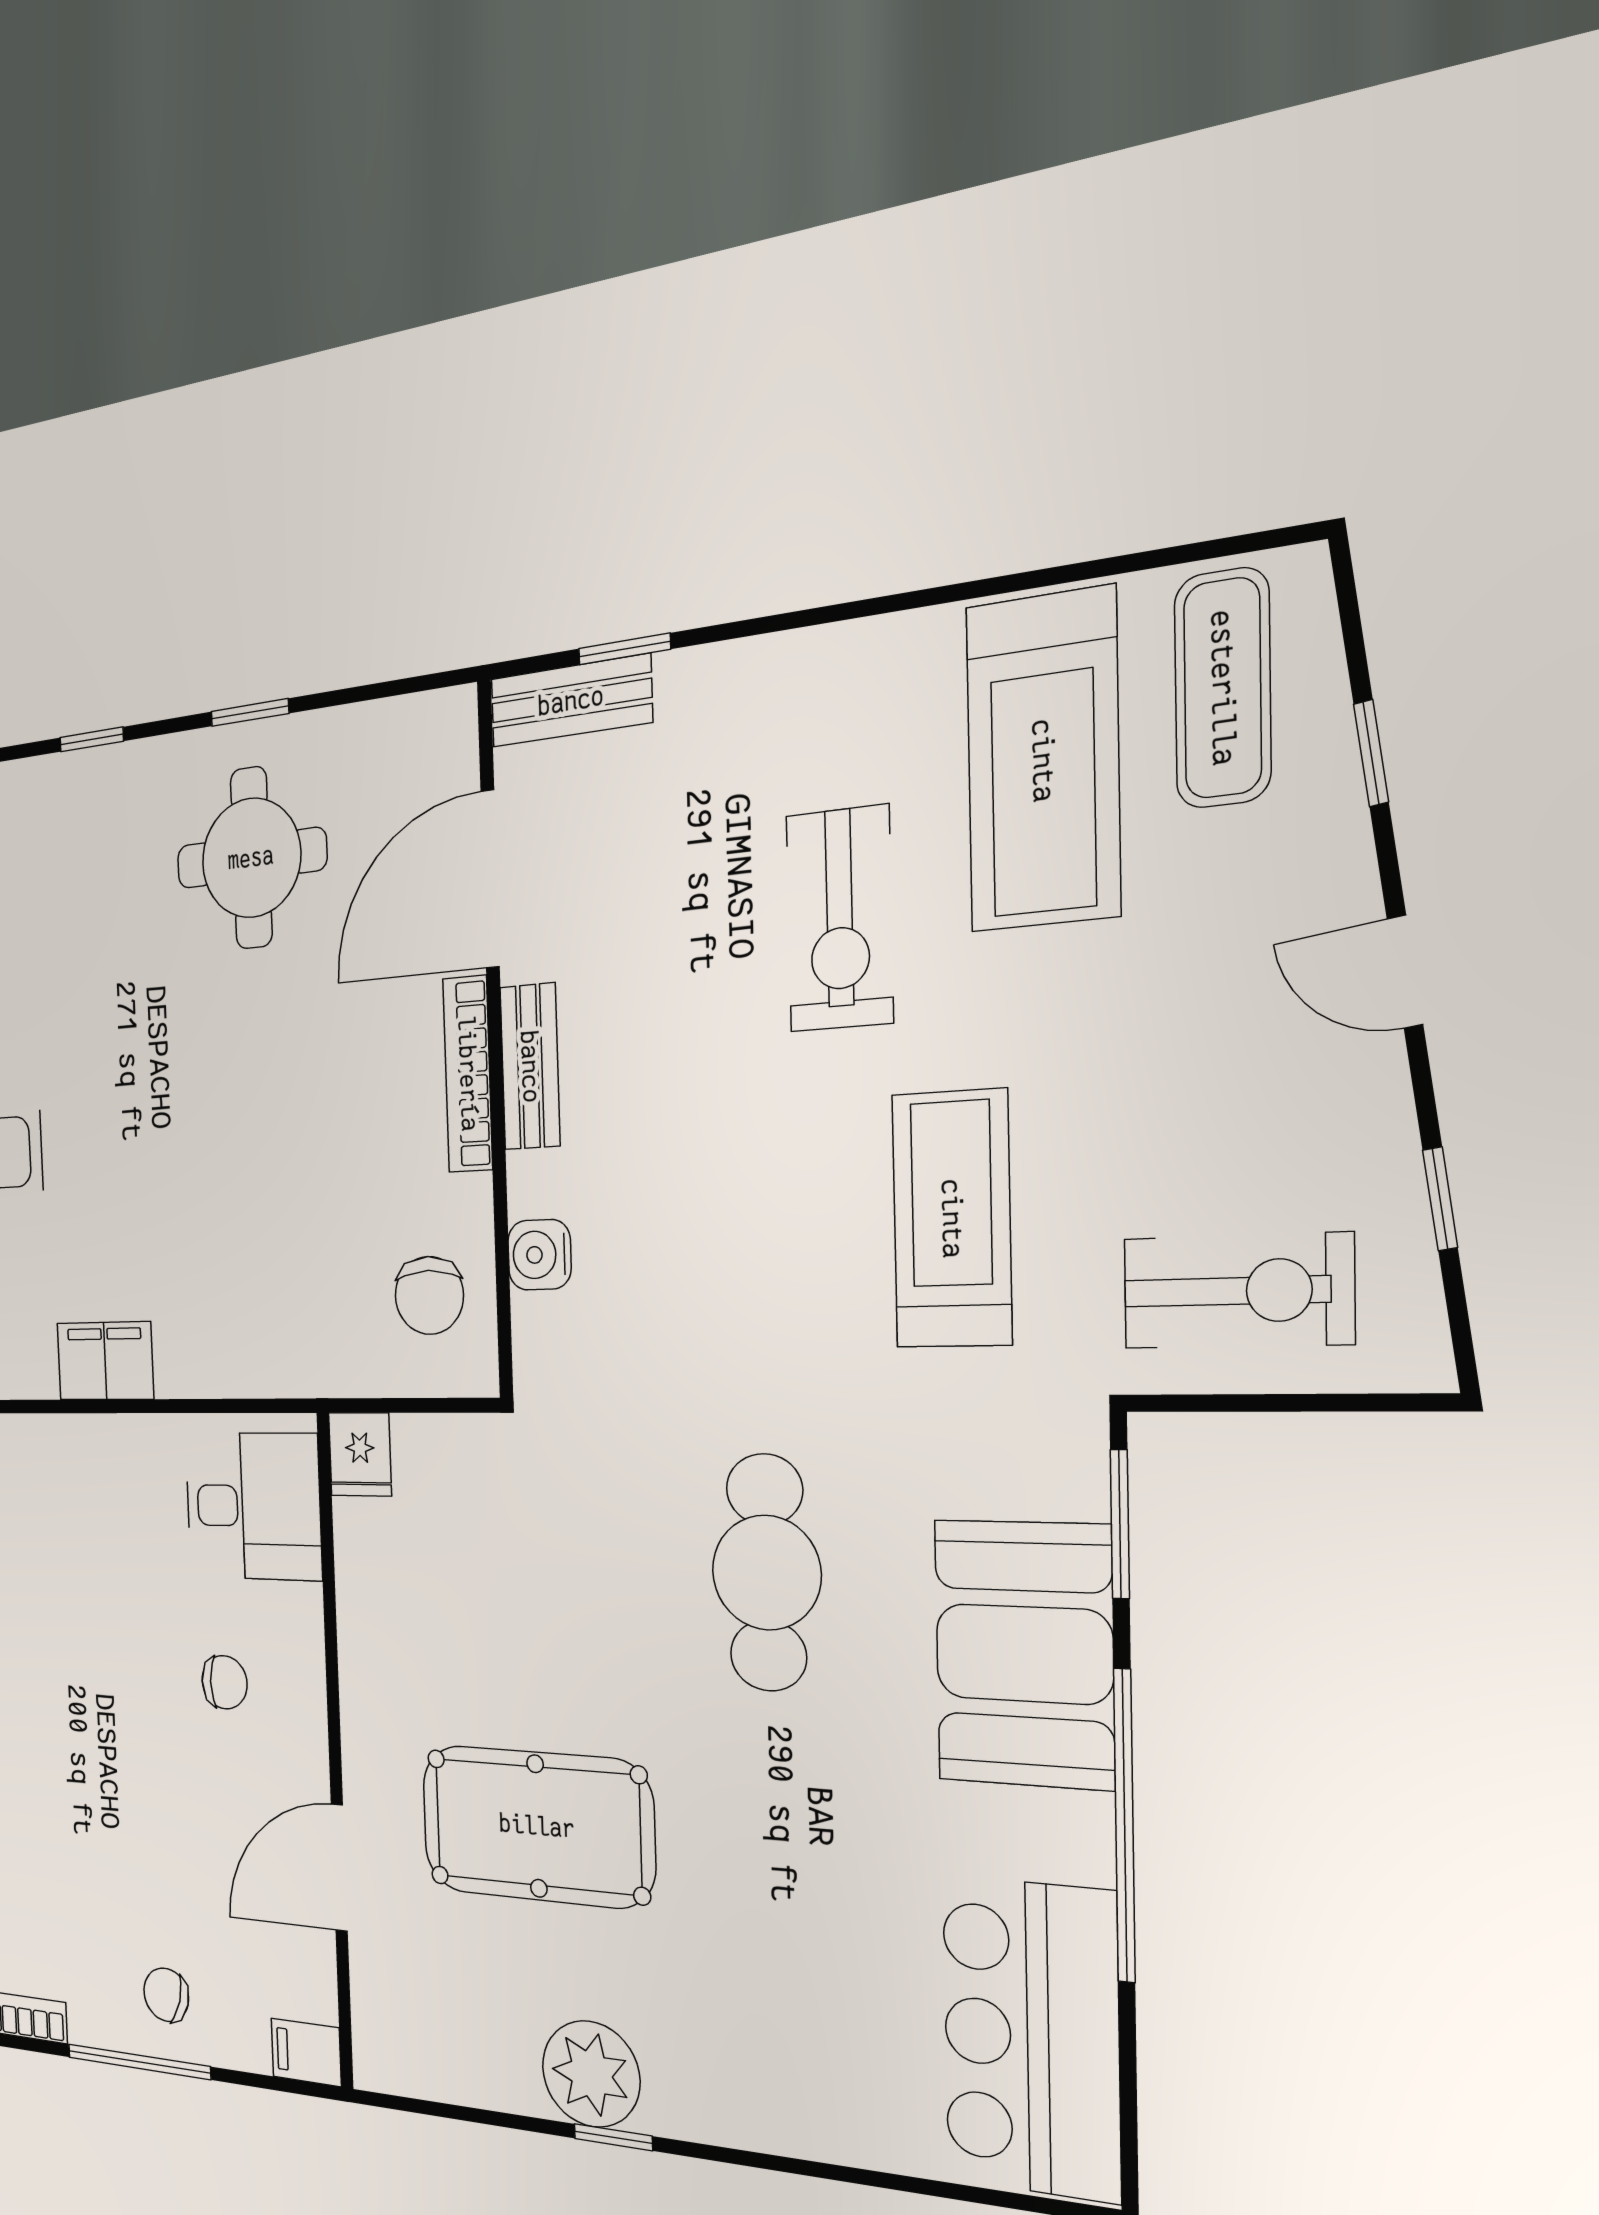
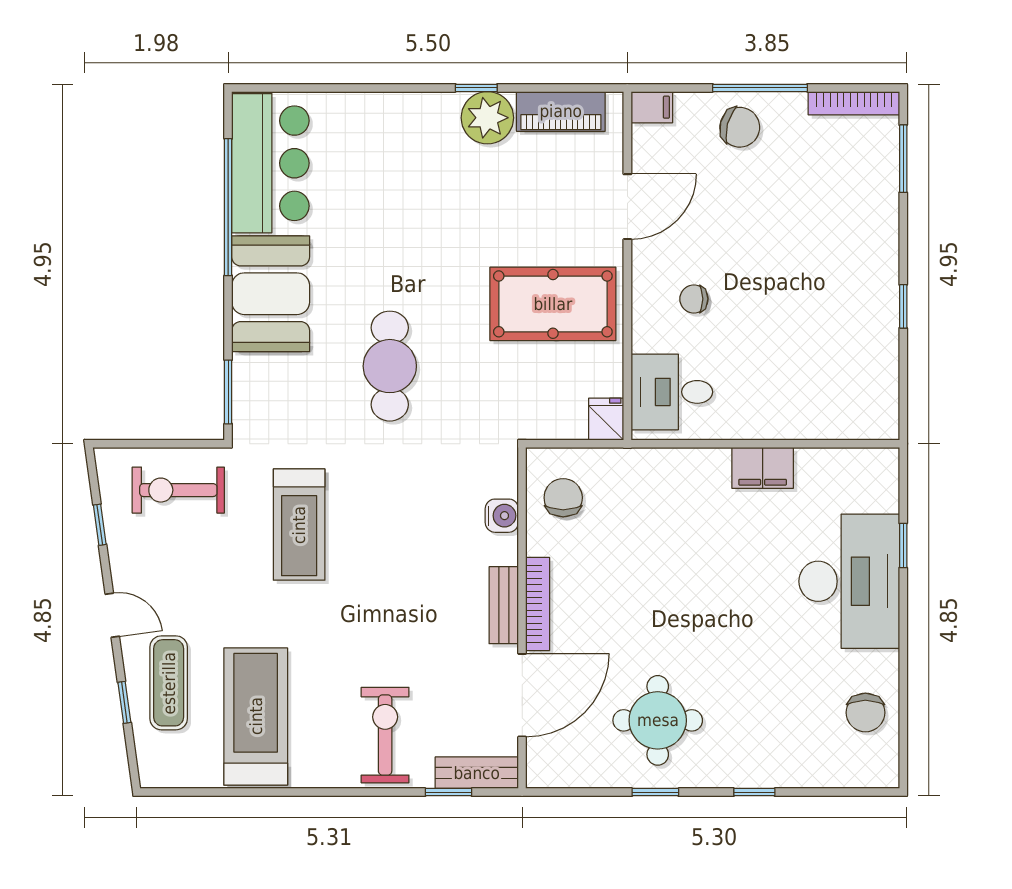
exercise mat: (1223, 688) -> (169, 683), moved
exercise bike: (840, 919) -> (385, 735), moved
booth: (1024, 1654) -> (271, 294), moved
pool table: (537, 1826) -> (553, 304), moved
window: (1124, 1826) -> (228, 207), moved
chair: (166, 1995) -> (740, 127), width x1.37, depth x1.37
piano: (459, 2067) -> (561, 111), added

